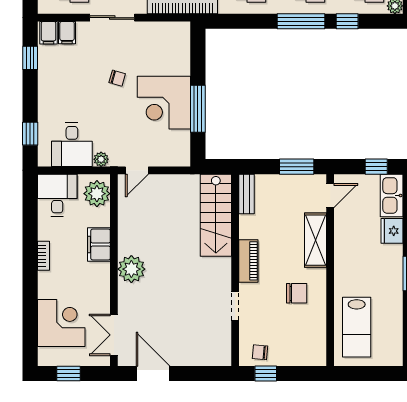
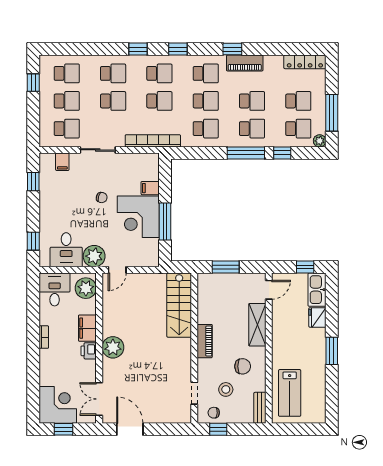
filing cabinet: (48, 33) -> (150, 188), moved, turned 90
plant: (101, 159) -> (94, 256), width x1.88, depth x1.88
window: (297, 167) -> (226, 267), moved
bench: (246, 194) -> (260, 408), moved
printer: (101, 273) -> (89, 351), added
doorway: (235, 306) -> (194, 393), moved
corner desk: (61, 323) -> (58, 405), moved
stool: (275, 323) -> (226, 389), added

